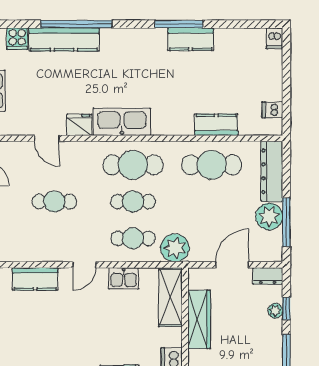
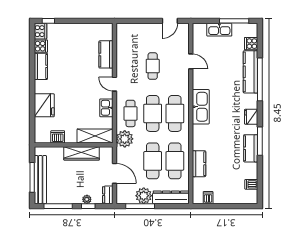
dishwasher: (274, 38) -> (251, 184), moved
fridge: (79, 125) -> (251, 117), moved, turned 180
door: (47, 138) -> (191, 61), swing flipped
cafe table: (133, 202) -> (153, 113), width x1.37, depth x1.35
cafe table: (212, 202) -> (153, 161), added

